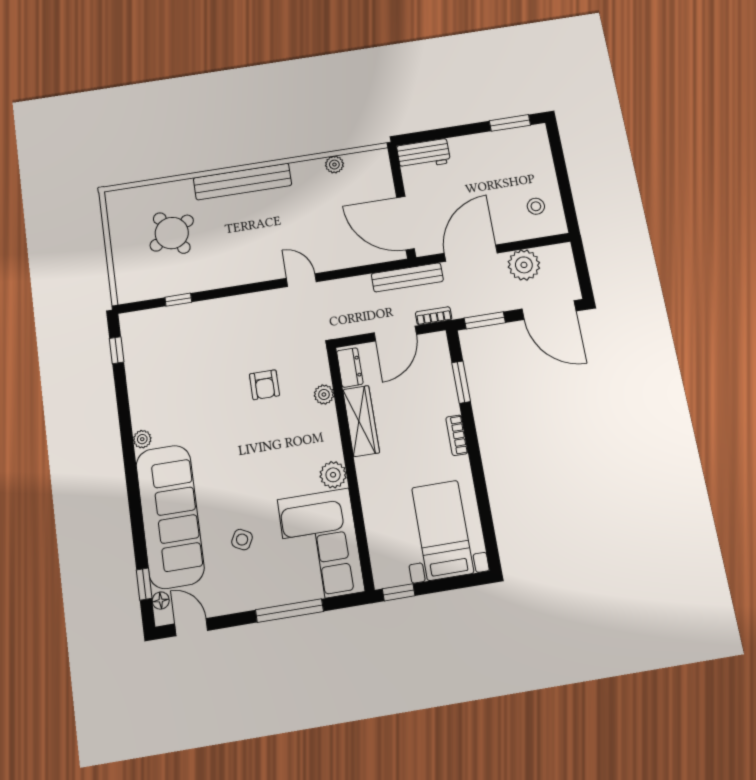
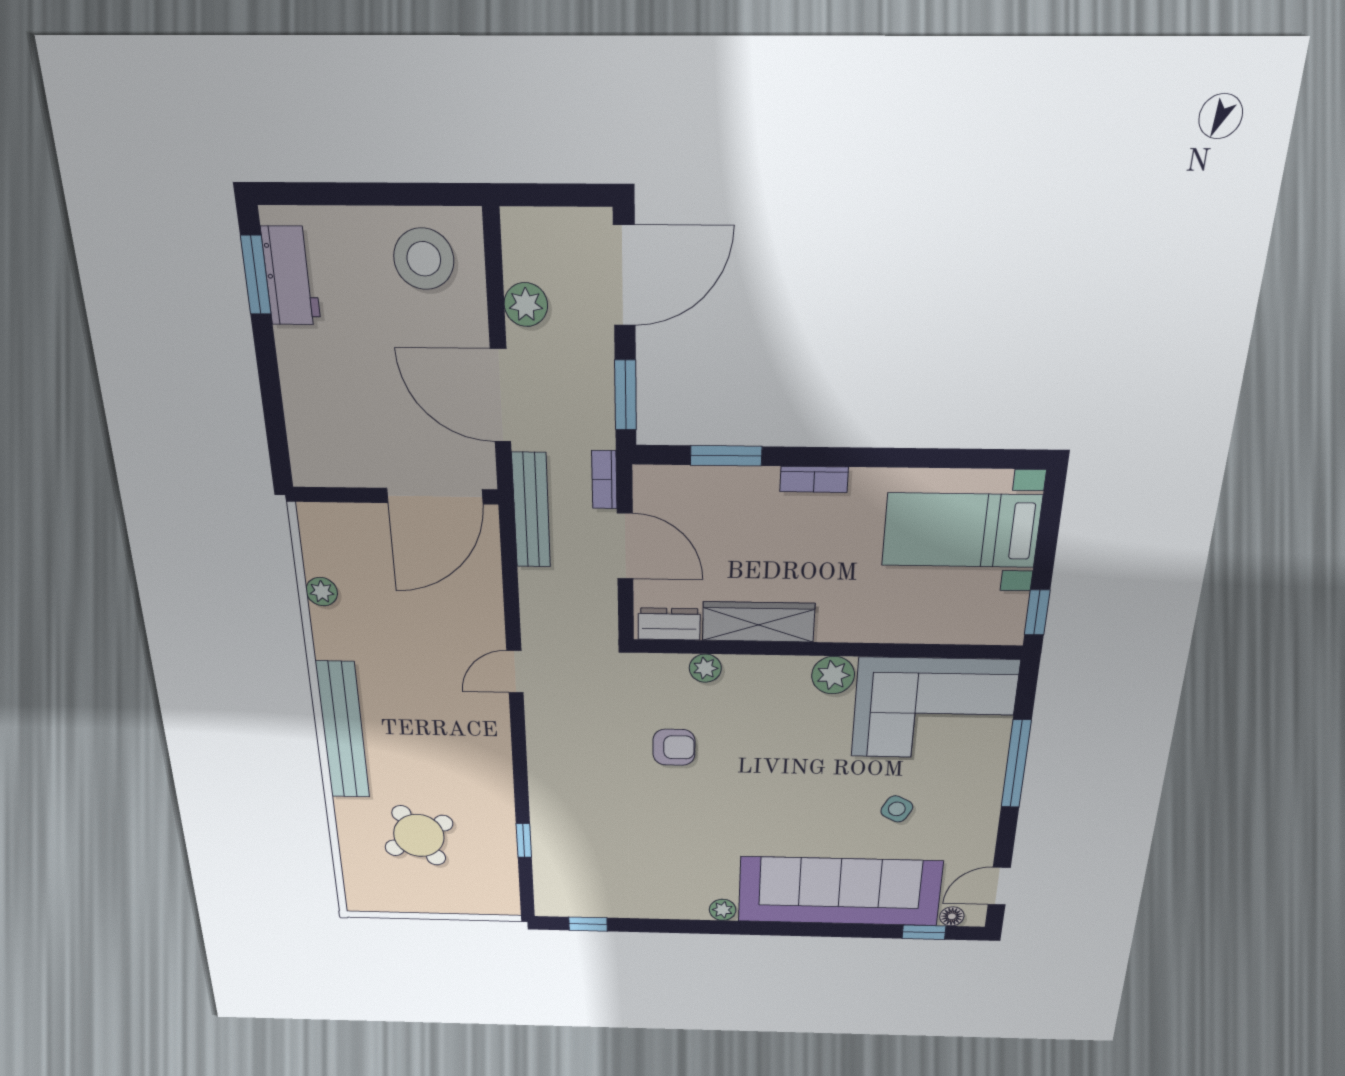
workbench: (424, 154) -> (291, 276), moved
stool: (536, 206) -> (424, 259), width x1.89, depth x1.89
plant: (524, 265) -> (526, 305), width x0.73, depth x0.73

